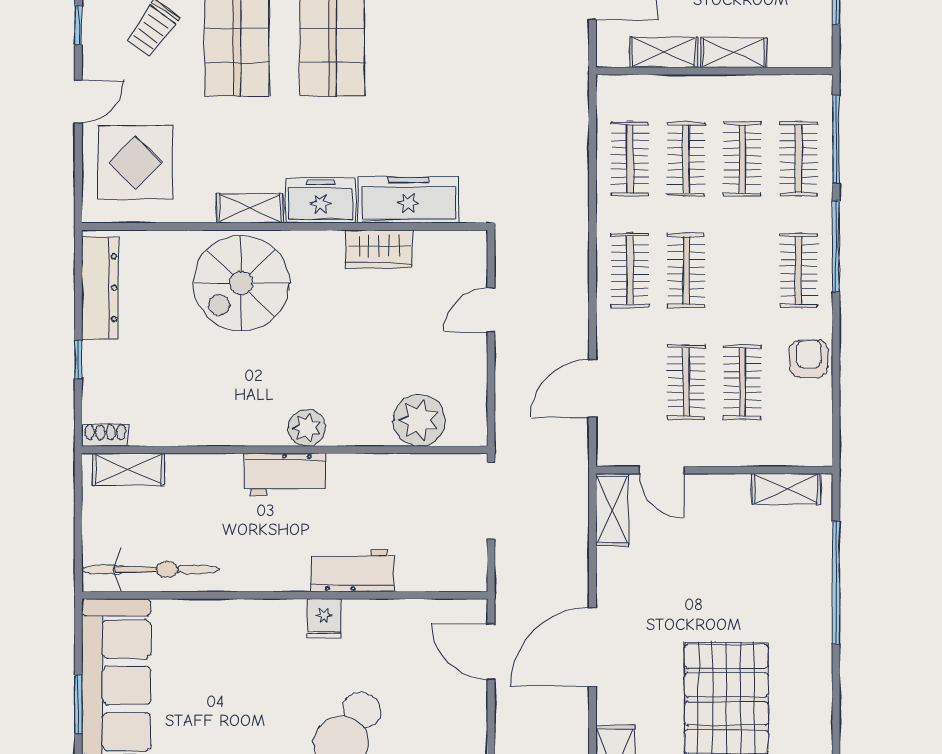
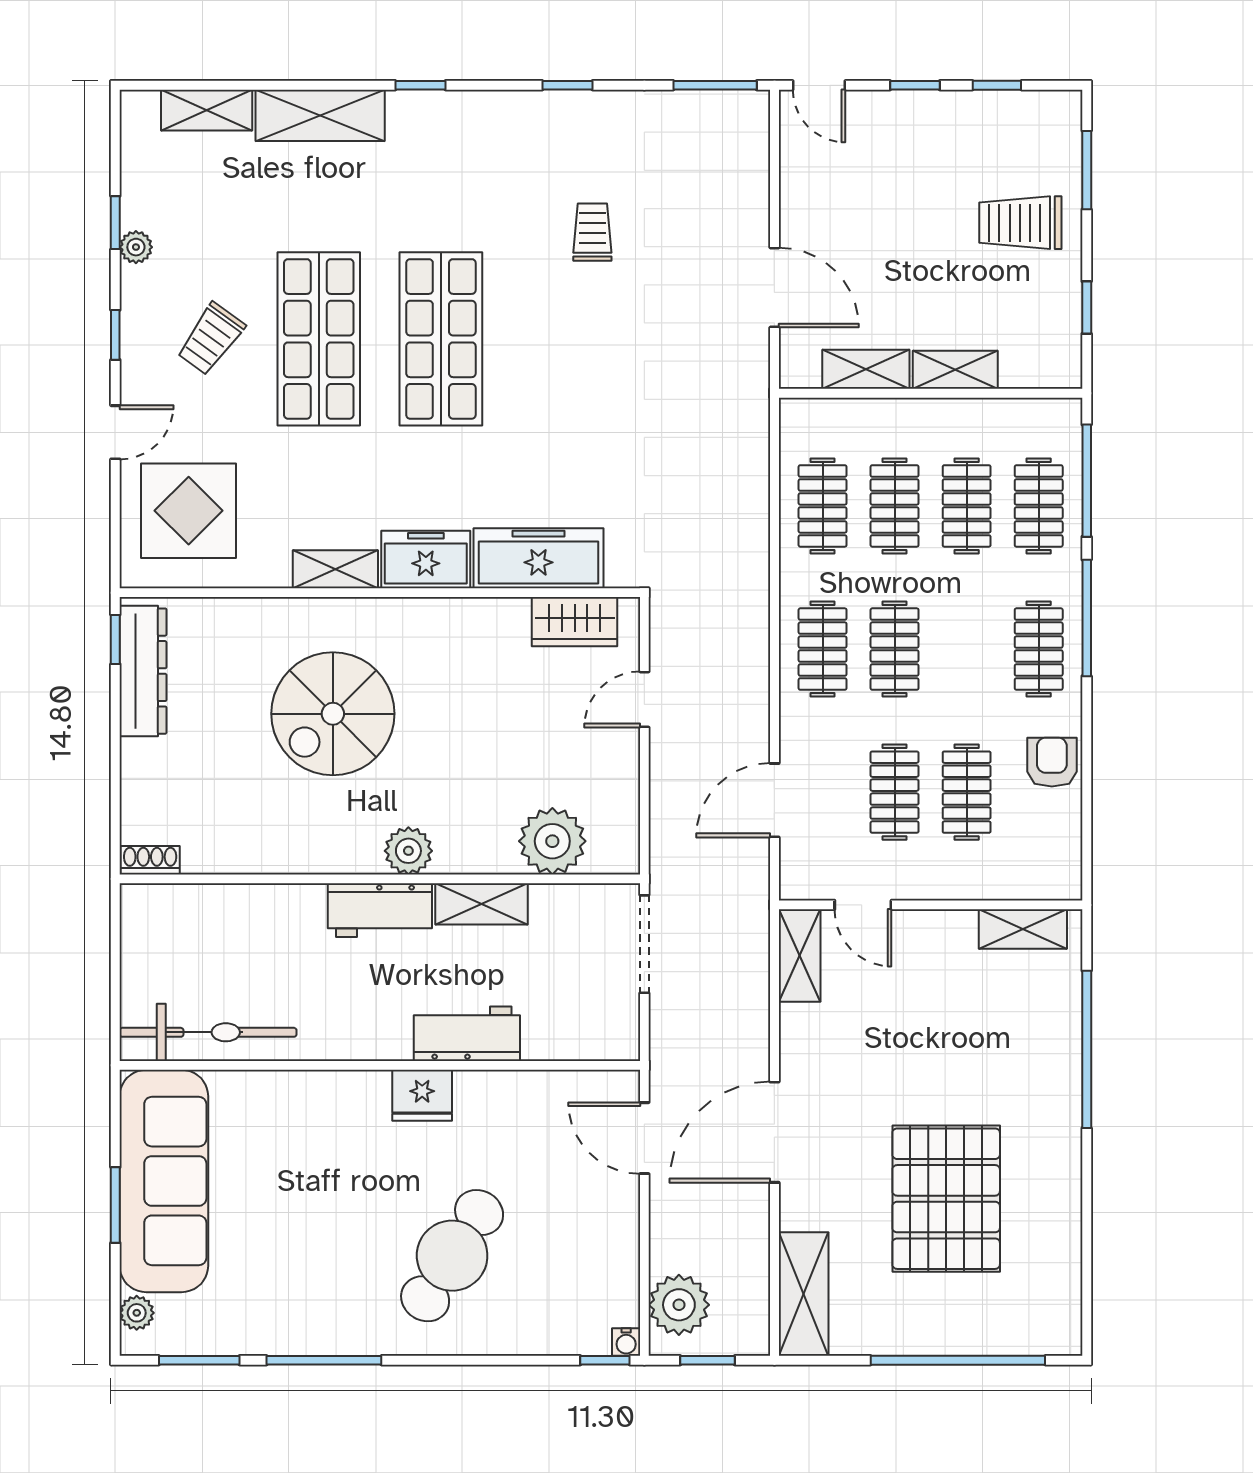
wardrobe: (379, 249) -> (575, 622), moved
spiral stairs: (241, 283) -> (333, 714), moved
window: (78, 360) -> (115, 639), moved
shelving: (128, 469) -> (481, 904), moved
fridge: (324, 619) -> (422, 1095), width x1.38

